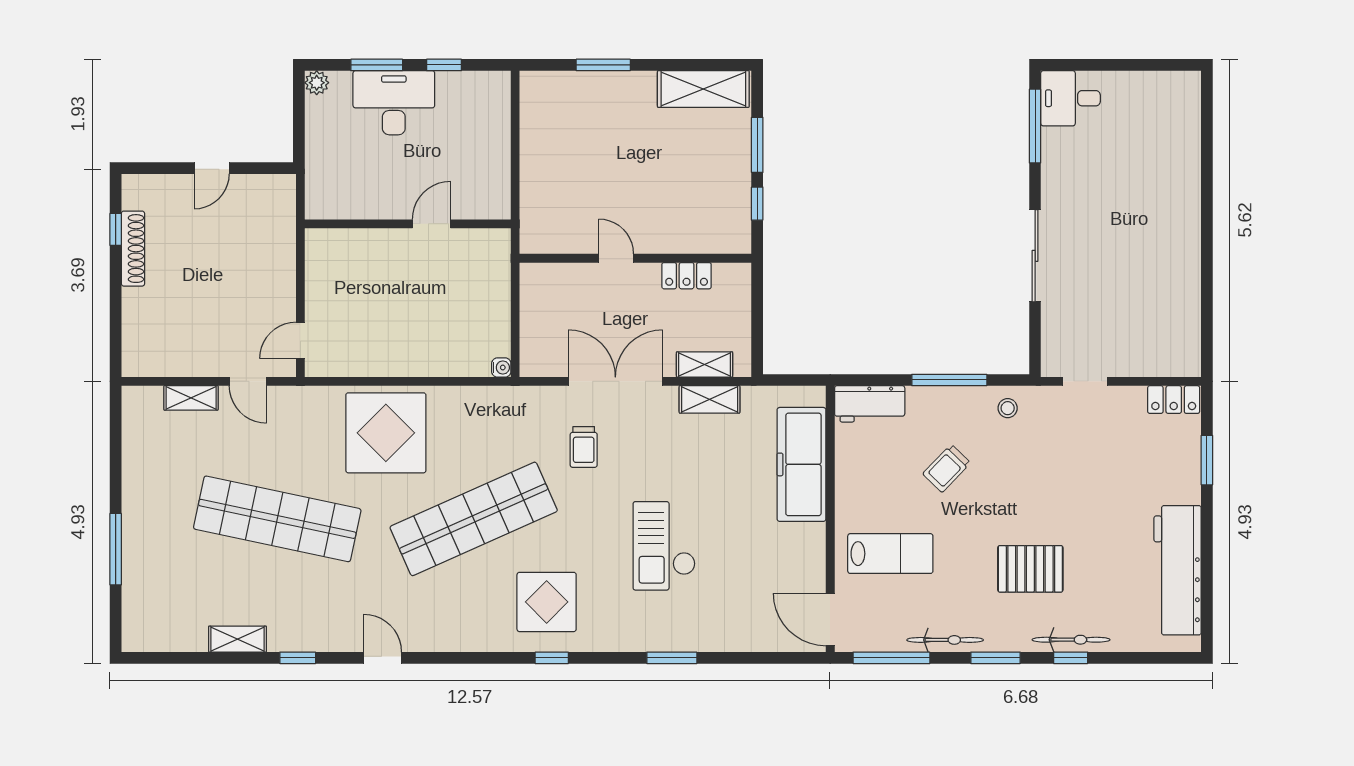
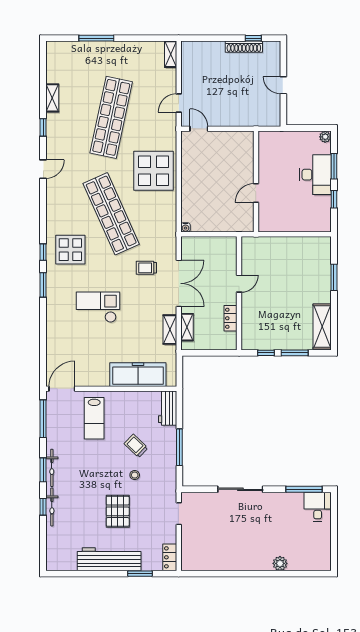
plant: (1186, 175) -> (280, 563), added
door: (431, 224) -> (256, 193), swing flipped
shelving: (191, 398) -> (171, 54), moved
stool: (1008, 408) -> (135, 475), moved
pallet: (1030, 569) -> (118, 511), moved
workbench: (1178, 570) -> (109, 559), moved
bicycle: (945, 640) -> (52, 468), moved
window: (672, 658) -> (43, 285), moved

